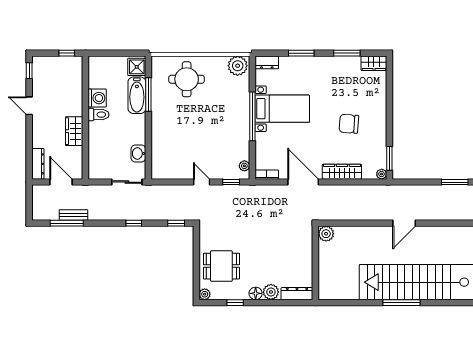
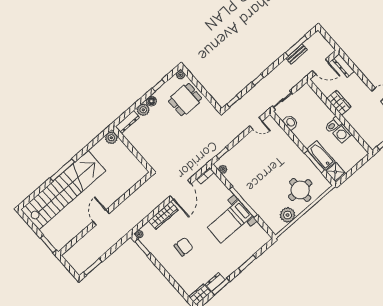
dresser: (267, 62) -> (215, 282), moved
plant: (238, 66) -> (288, 215), moved
door: (202, 182) -> (256, 123), moved
door: (303, 182) -> (181, 190), hinge flipped
plant: (326, 234) -> (111, 138), moved

